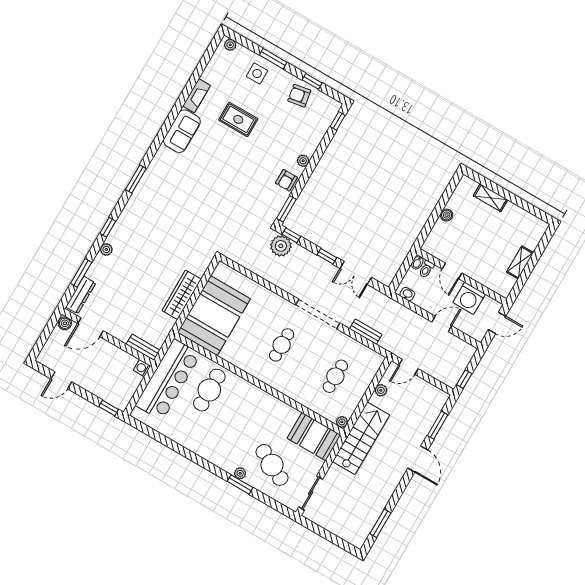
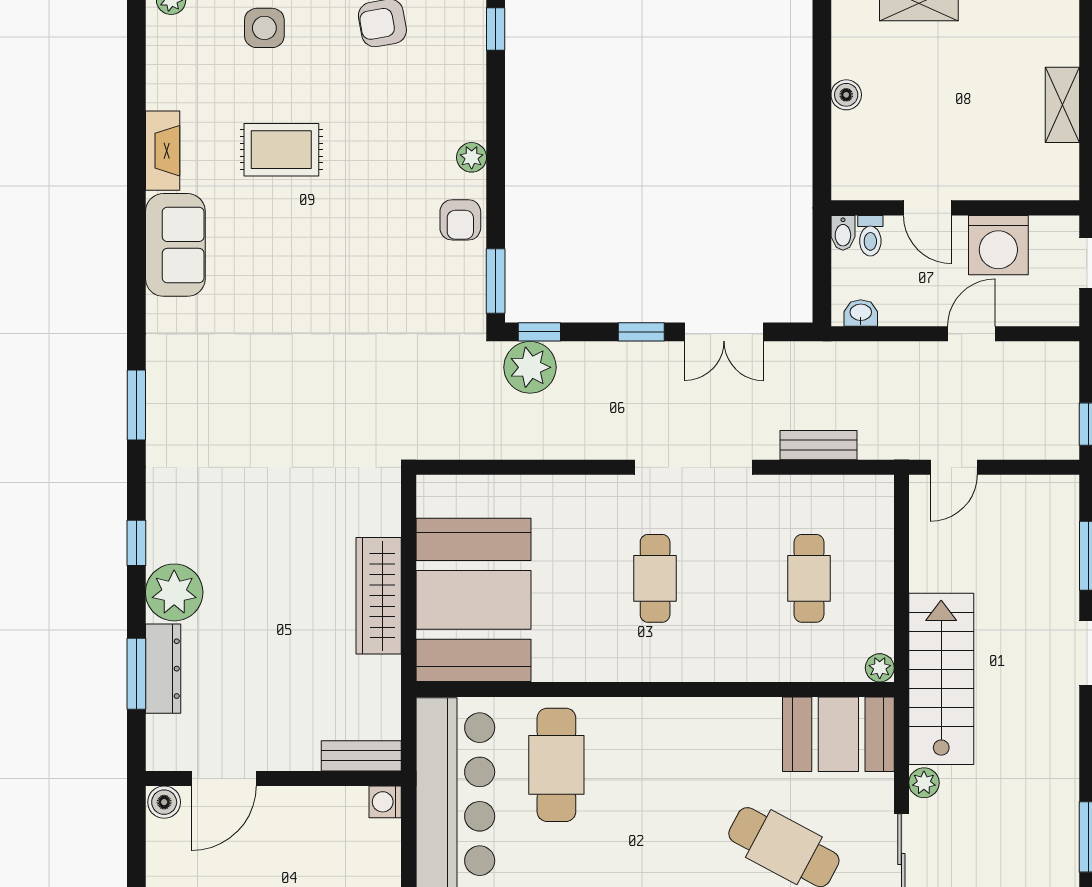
plant: (106, 249) -> (174, 592), width x1.88, depth x1.88
dresser: (81, 295) -> (163, 669), moved
plant: (381, 390) -> (924, 783), moved

